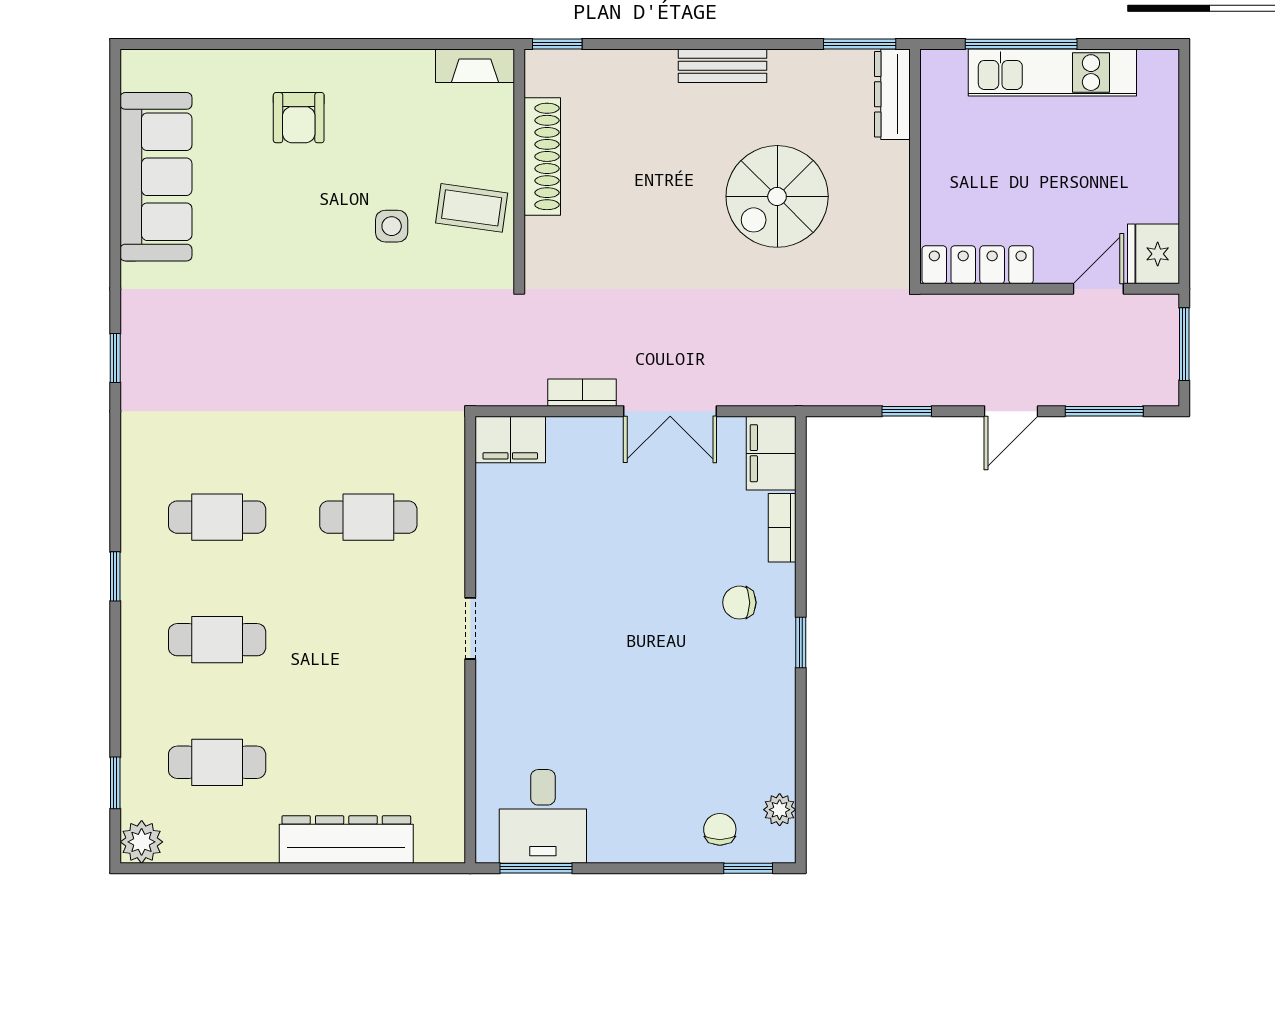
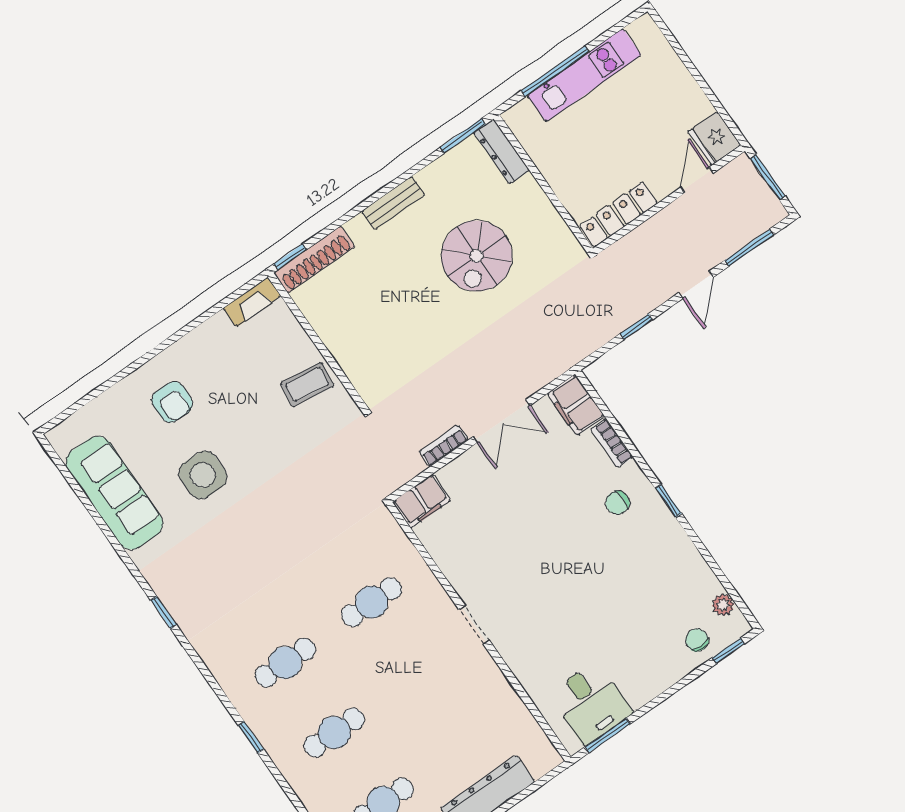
shoe rack: (542, 156) -> (314, 260), moved, turned 90
side table: (392, 226) -> (203, 475), moved, width x1.87, depth x1.87

